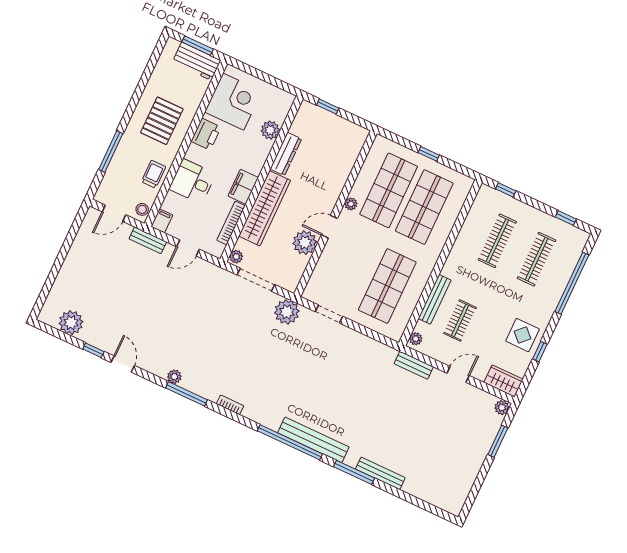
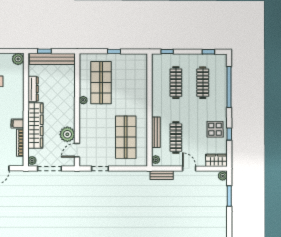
bench: (334, 123) -> (52, 59), added
plant: (270, 130) -> (18, 59), moved
filing cabinet: (243, 187) -> (17, 124), width x0.50
shop shelf: (424, 207) -> (126, 83), removed
door: (329, 227) -> (77, 150), moved
plant: (287, 312) -> (75, 178), removed
clothes rail: (460, 320) -> (176, 138), width x1.36
door: (458, 374) -> (189, 169), hinge flipped

